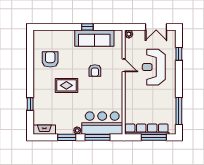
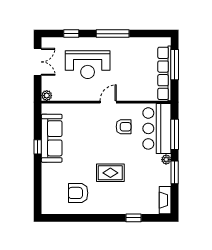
door: (124, 65) -> (108, 102), moved
armchair: (95, 70) -> (124, 127), moved
rug: (66, 85) -> (110, 173), turned 90
window: (179, 111) -> (113, 34), moved

